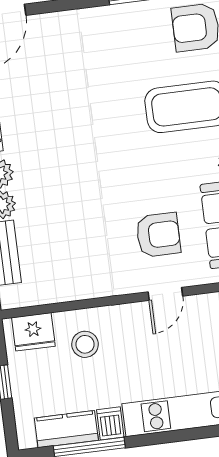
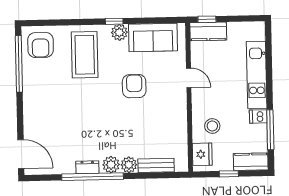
armchair: (158, 235) -> (134, 86), moved
kitchen counter: (66, 429) -> (251, 162), moved, turned 90

